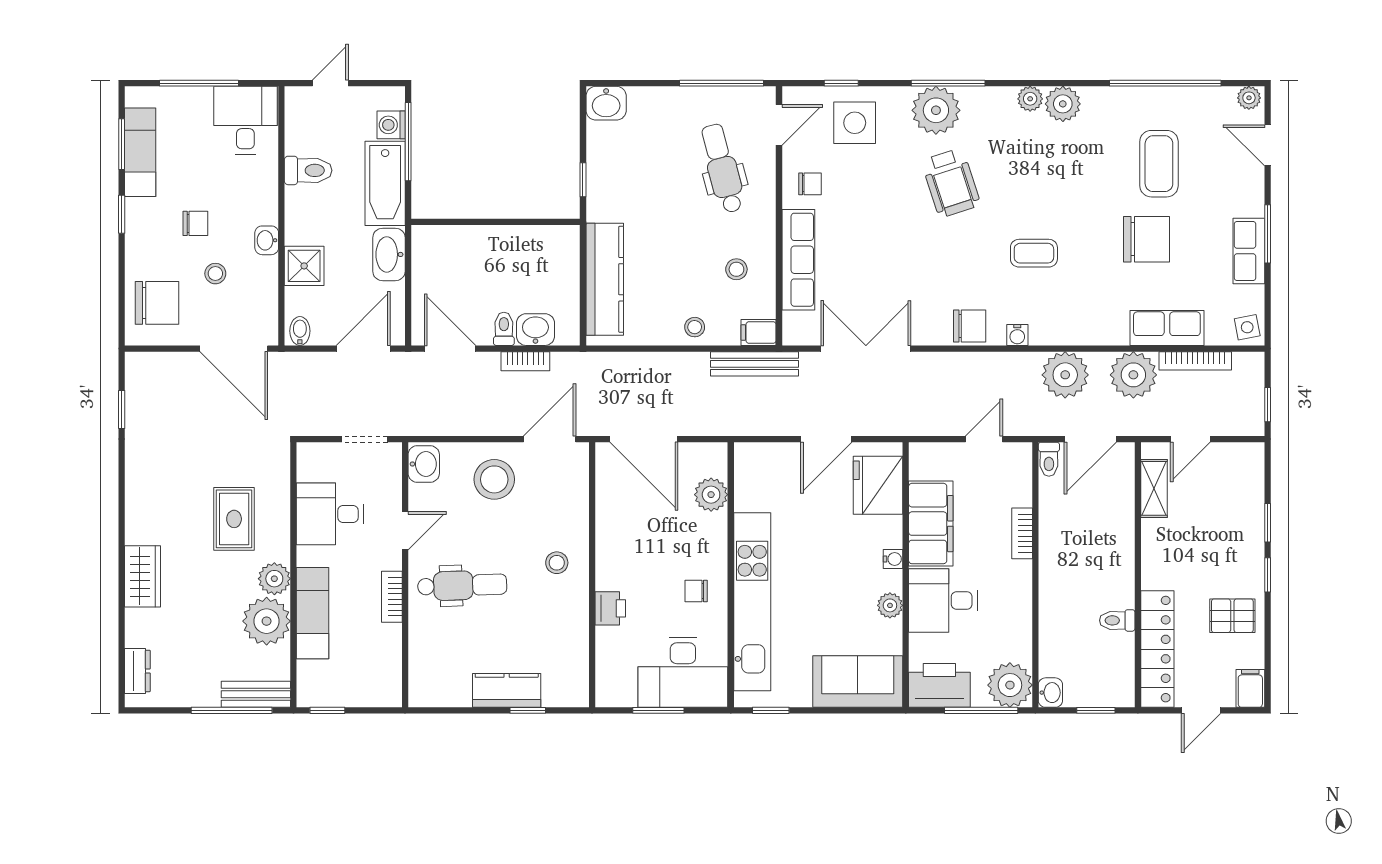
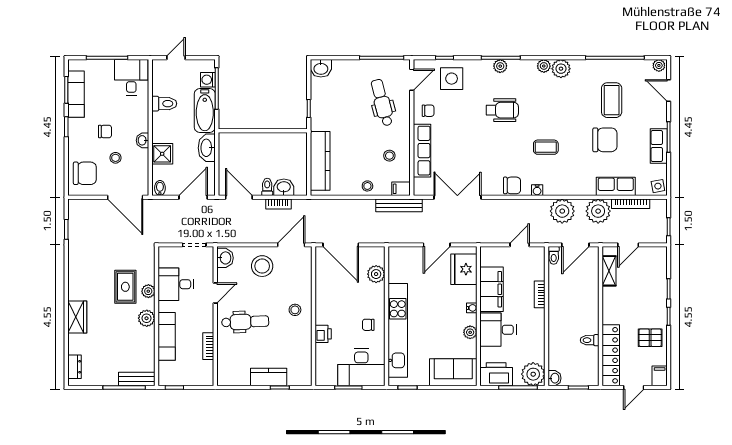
plant: (936, 110) -> (500, 66), width x0.53, depth x0.53
wheelchair: (951, 183) -> (502, 110), turned -72
bookcase: (392, 597) -> (208, 346), moved
plant: (267, 621) -> (148, 291), moved, width x0.53, depth x0.53

